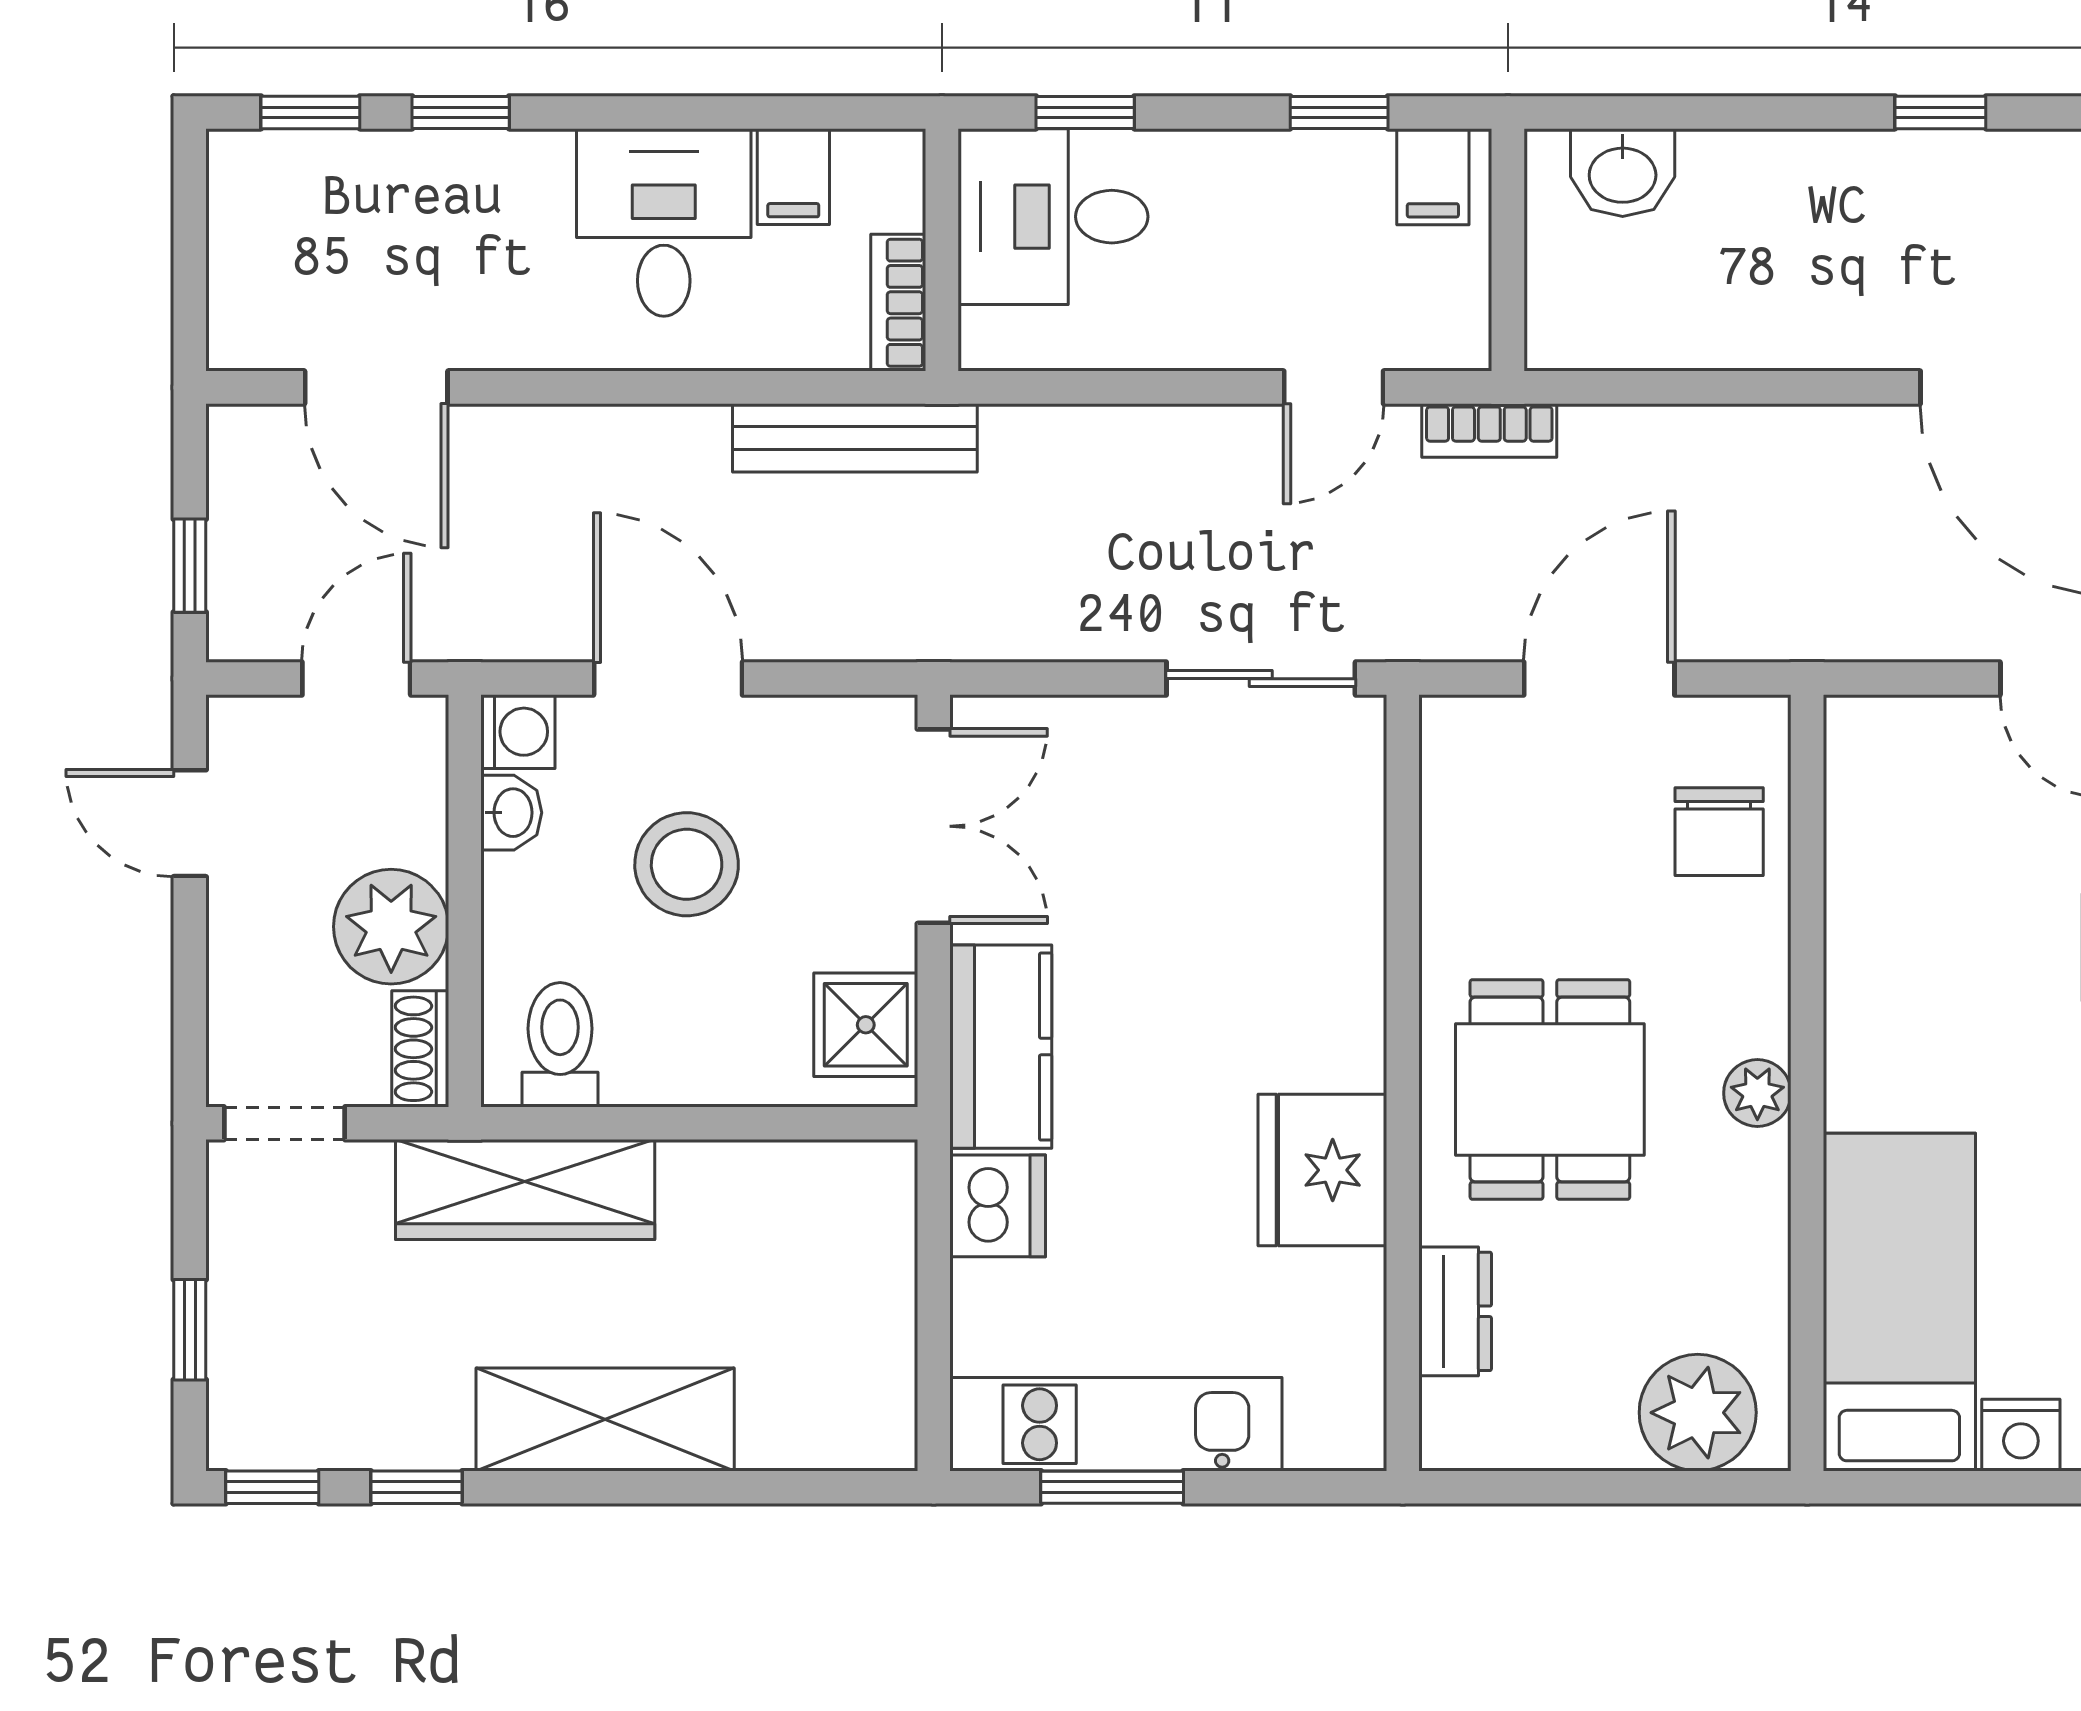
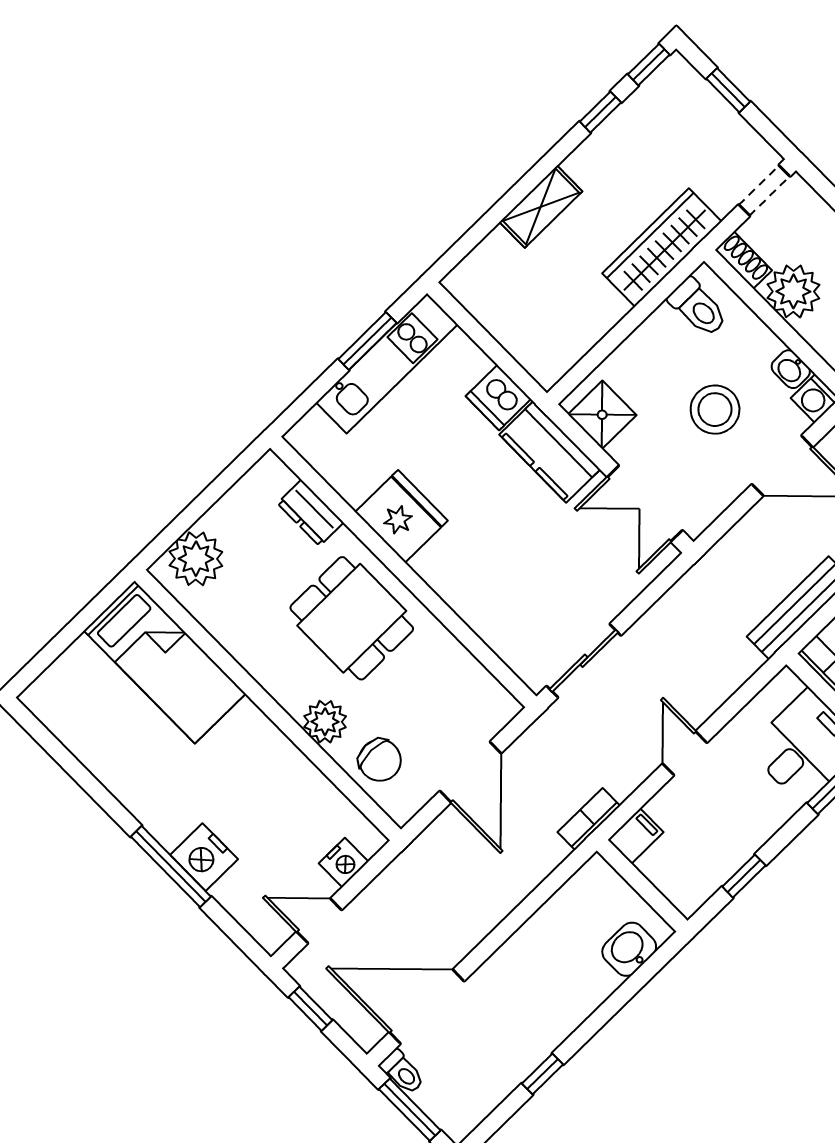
filing cabinet: (1433, 177) -> (636, 836), moved, turned 90
door: (1334, 387) -> (685, 753), moved
chair: (1719, 832) -> (380, 760), turned 180
plant: (1757, 1093) -> (325, 722), moved, width x1.38, depth x1.38
shelving: (605, 1419) -> (541, 207), width x0.67, depth x0.75
nightstand: (2021, 1435) -> (344, 863), moved, turned 180

